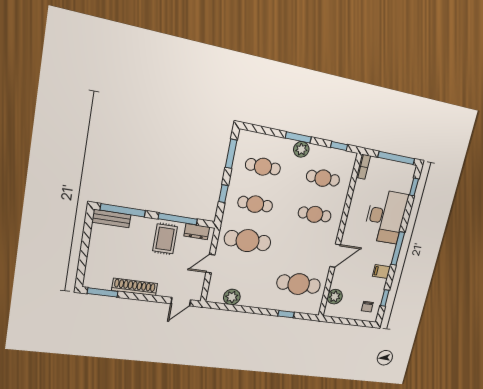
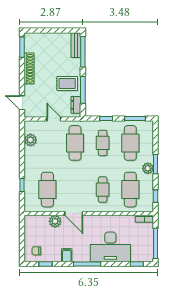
cafe table: (263, 167) -> (130, 143), width x1.37, depth x1.35
cafe table: (323, 178) -> (130, 190), width x1.37, depth x1.35
plant: (335, 297) -> (55, 221), moved

